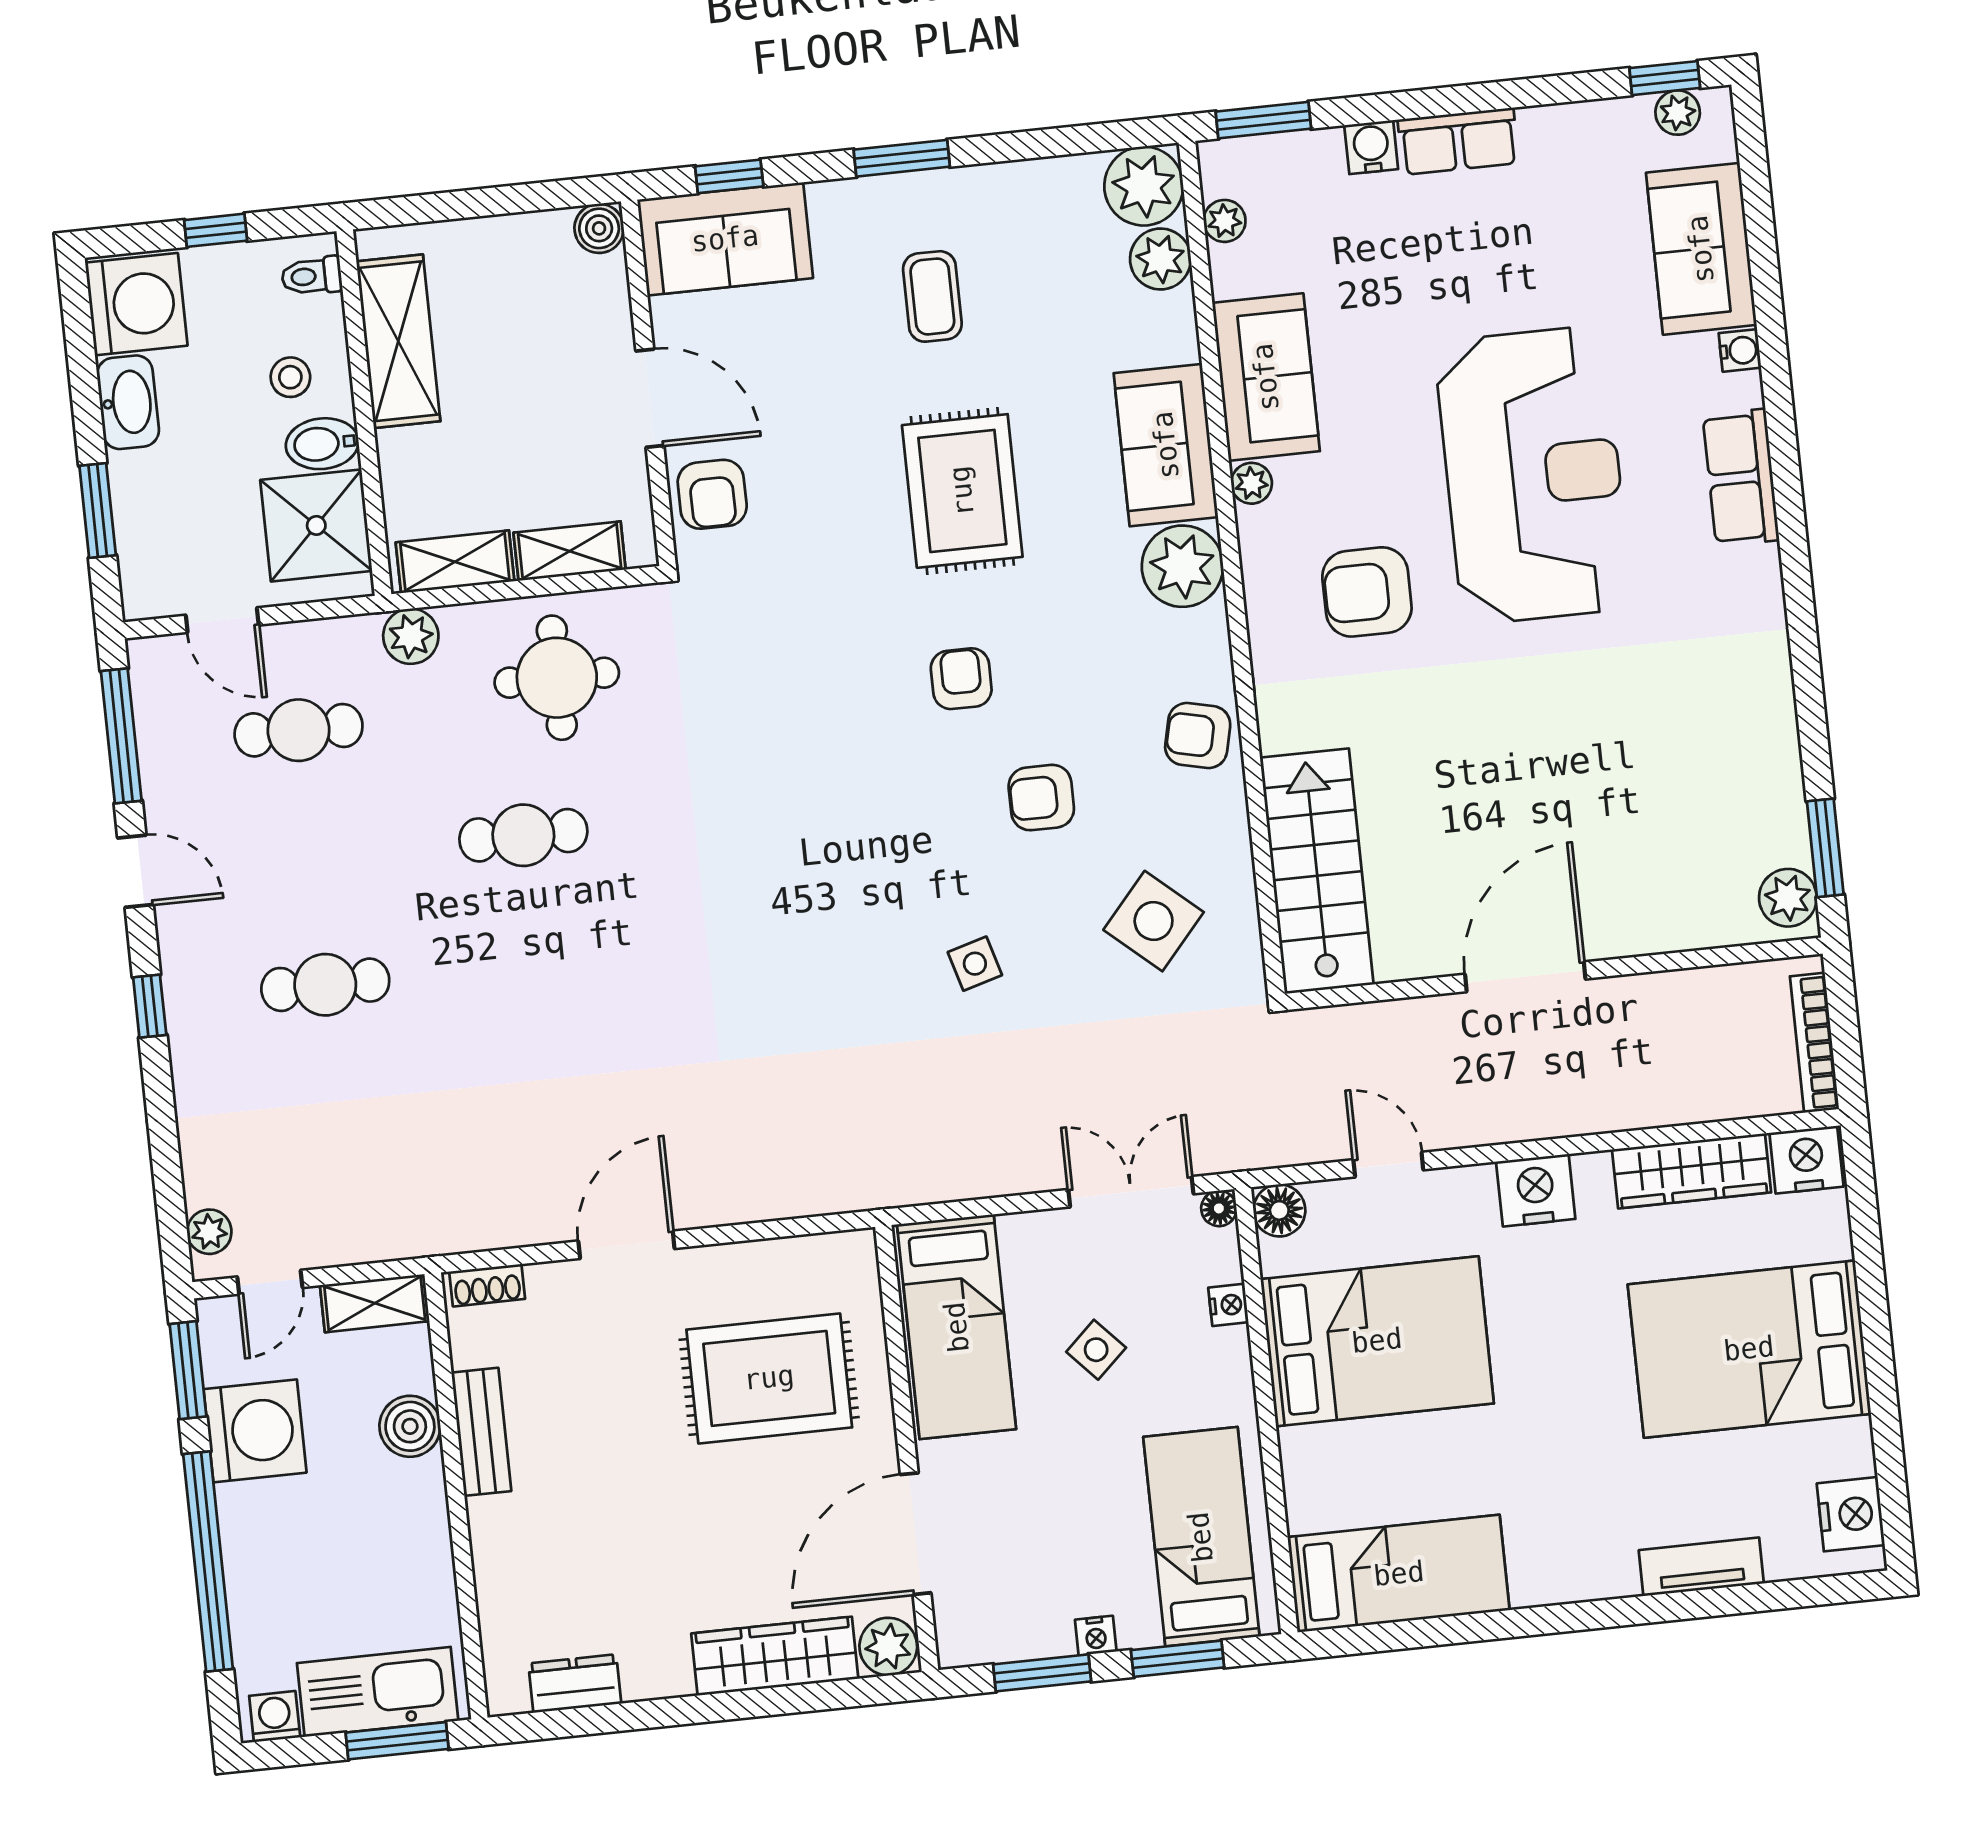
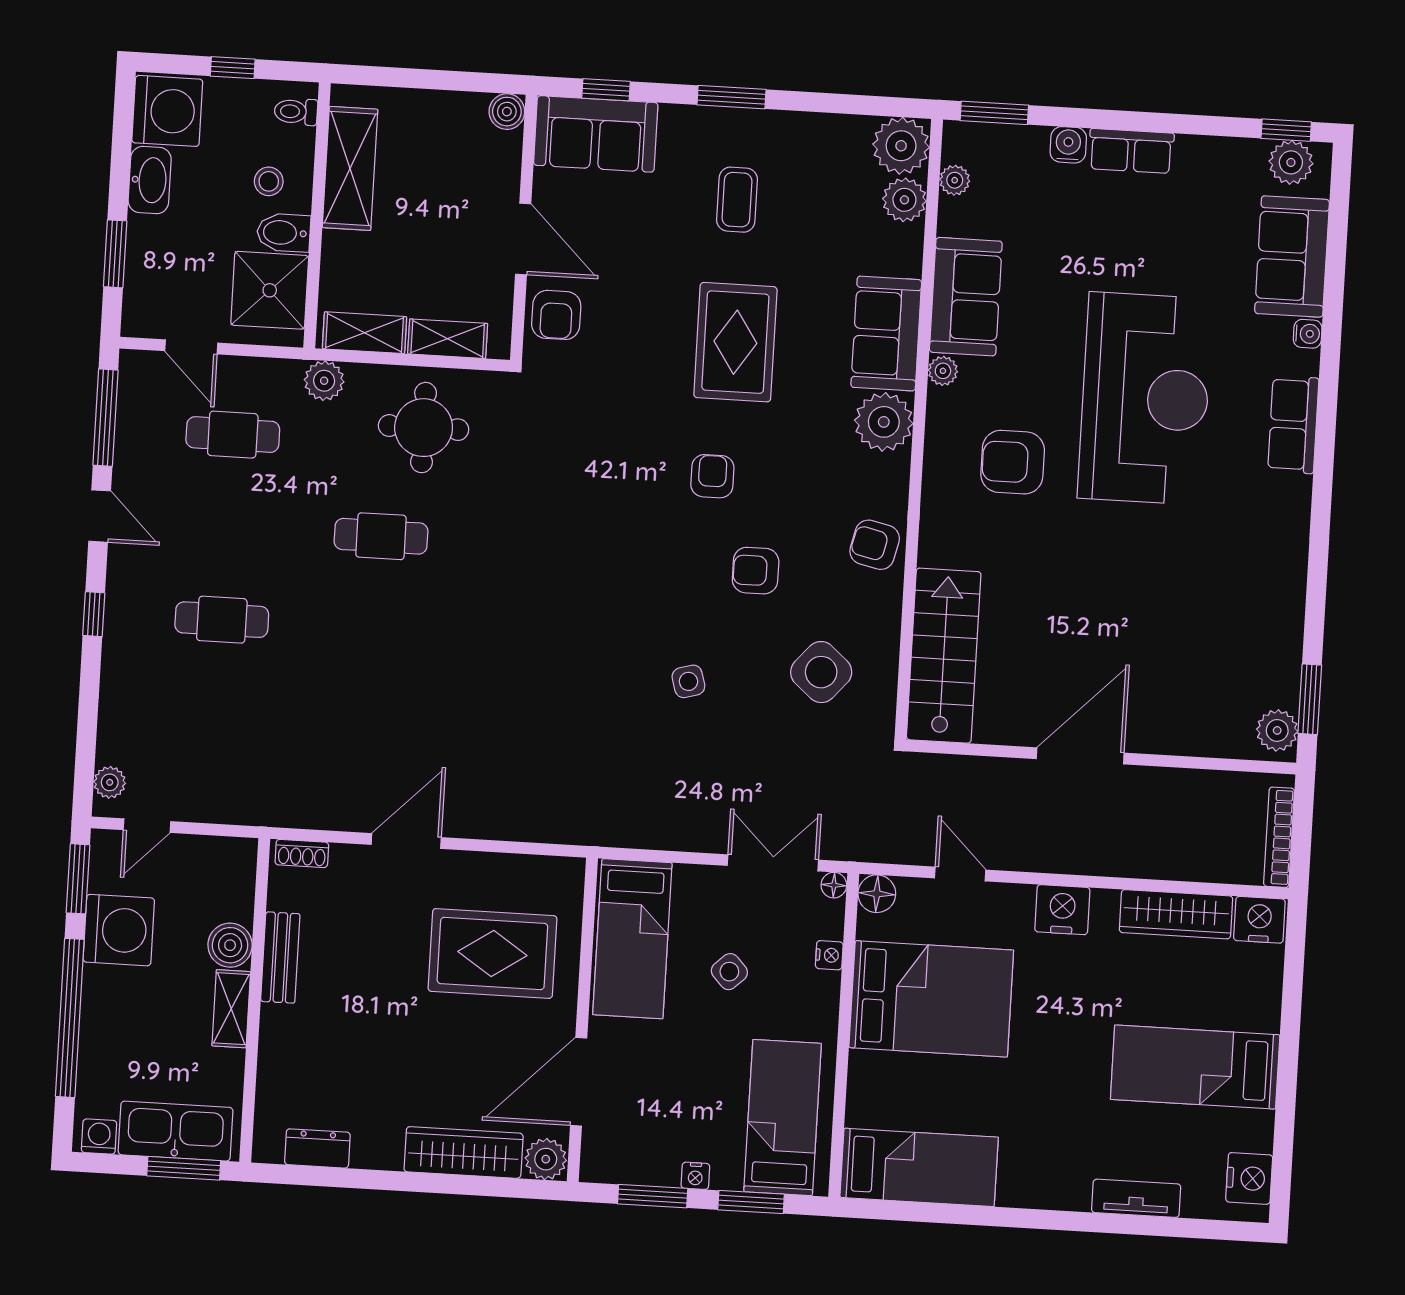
plant: (1678, 113) -> (1291, 162), width x1.38, depth x1.38
shelving: (375, 1303) -> (231, 1009), moved, turned 90
bed: (1749, 1349) -> (1195, 1067), width x0.67

